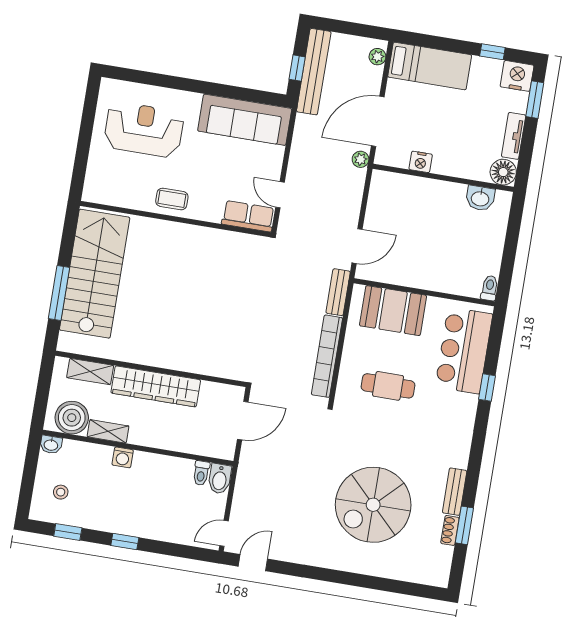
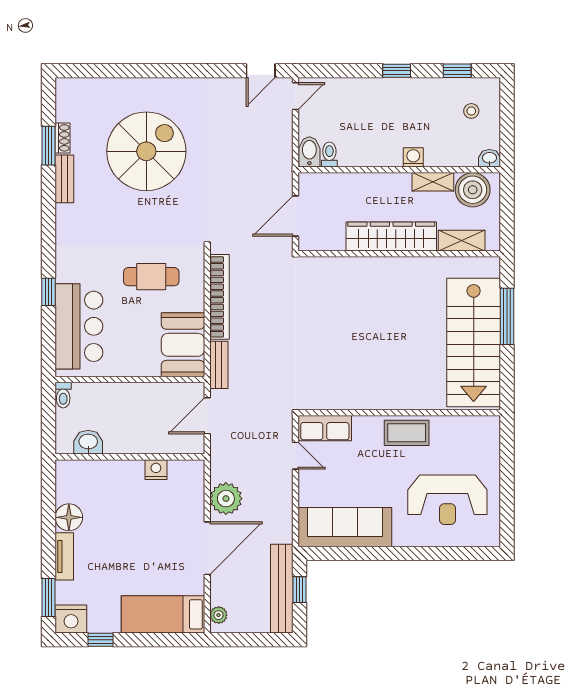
plant: (361, 159) -> (226, 499), width x1.88, depth x1.88
nightstand: (421, 162) -> (156, 470), moved
wall: (443, 178) -> (130, 457), moved
washbasin: (480, 198) -> (88, 442), moved
coffee table: (172, 199) -> (407, 433), width x1.36, depth x1.30
booth: (393, 311) -> (183, 345), moved, turned 90

